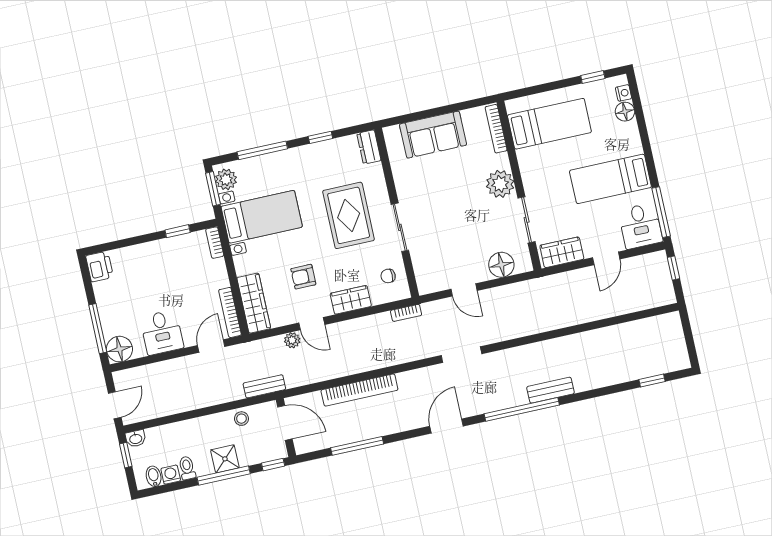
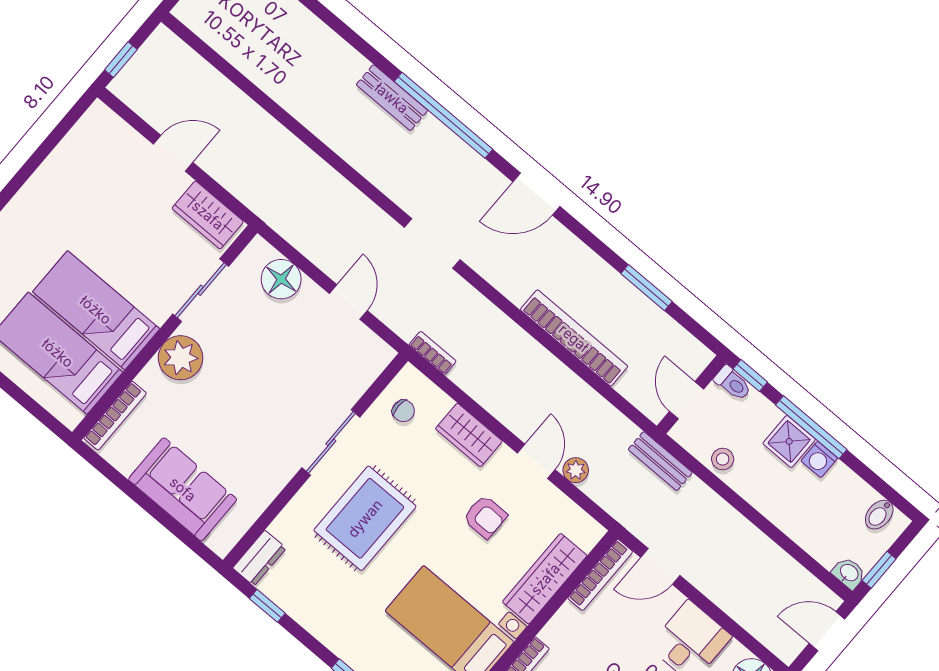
window: (320, 137) -> (267, 606), moved
bed: (610, 179) -> (96, 310), moved, turned 180
window: (661, 212) -> (62, 128), removed
desk: (640, 226) -> (99, 141), removed
wardrobe: (254, 303) -> (545, 579), moved
door: (285, 423) -> (687, 400), width x0.73
window: (357, 446) -> (647, 288), width x0.69
toilet: (187, 468) -> (733, 383), moved, turned -90
washing machine: (171, 475) -> (819, 460), moved

